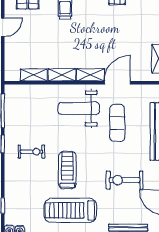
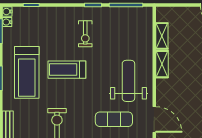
shelving: (91, 75) -> (162, 93), removed
treadmill: (67, 170) -> (67, 70), turned 180
treadmill: (70, 210) -> (27, 72), turned 180

